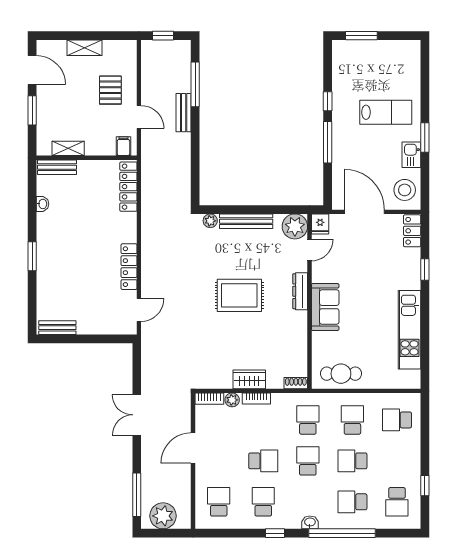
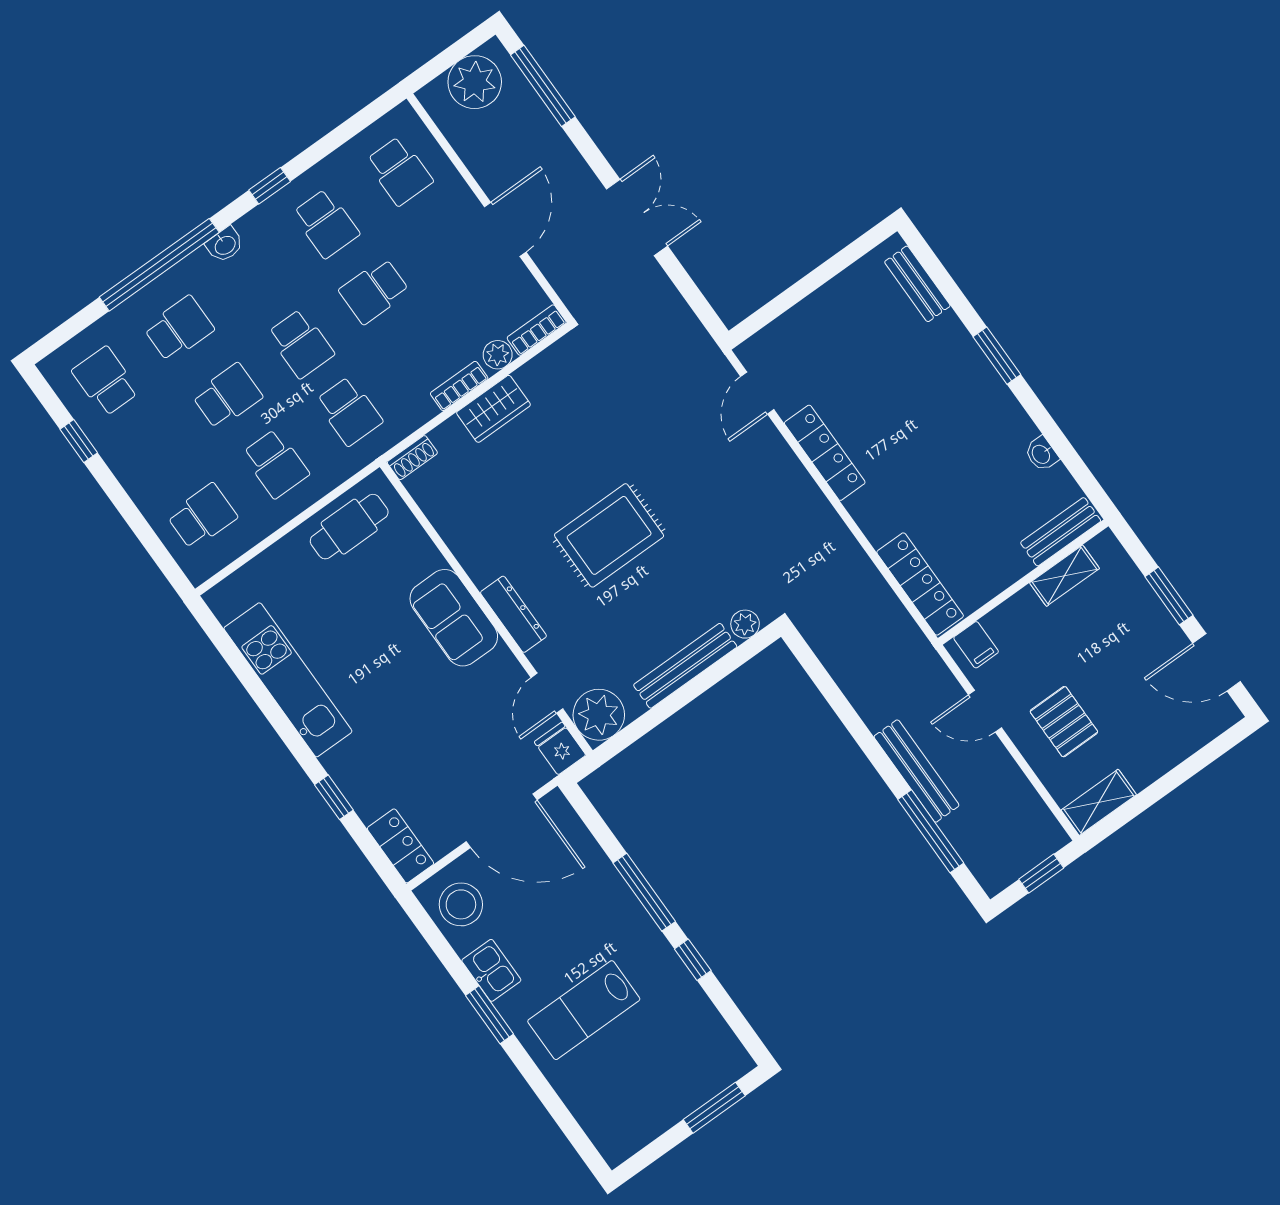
shelving: (84, 48) -> (1099, 802), moved
bench: (184, 113) -> (916, 771), width x1.36
bench: (57, 328) -> (917, 284), moved, turned 90

